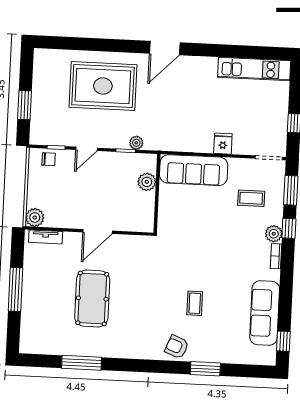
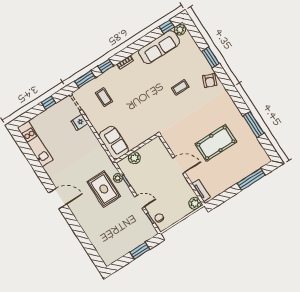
rug: (103, 86) -> (104, 189), moved, width x0.73, depth x0.69
fridge: (223, 144) -> (79, 122), moved
sofa: (194, 170) -> (114, 143), width x0.73
plant: (274, 234) -> (180, 30), moved
window: (15, 289) -> (251, 179), moved

